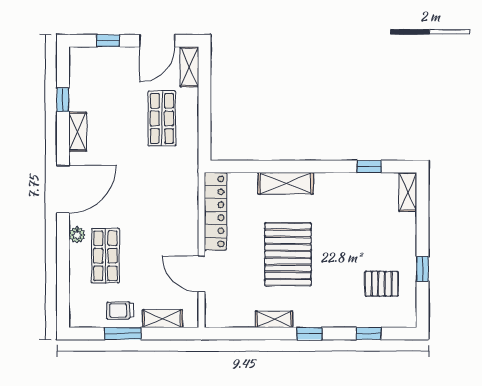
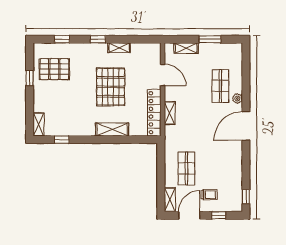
window: (63, 100) -> (246, 197), moved
shelving: (78, 132) -> (170, 113), moved
pallet: (382, 284) -> (54, 69), width x1.50, depth x1.42
trolley: (120, 310) -> (209, 195), moved

